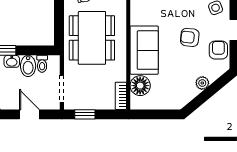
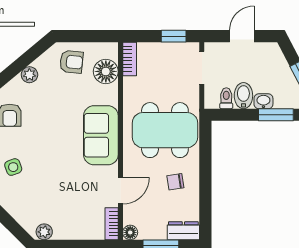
armchair: (190, 37) -> (71, 62), moved
dining table: (92, 38) -> (165, 130), turned 90
sofa: (144, 50) -> (101, 135), moved
door: (29, 114) -> (242, 36), swing flipped

